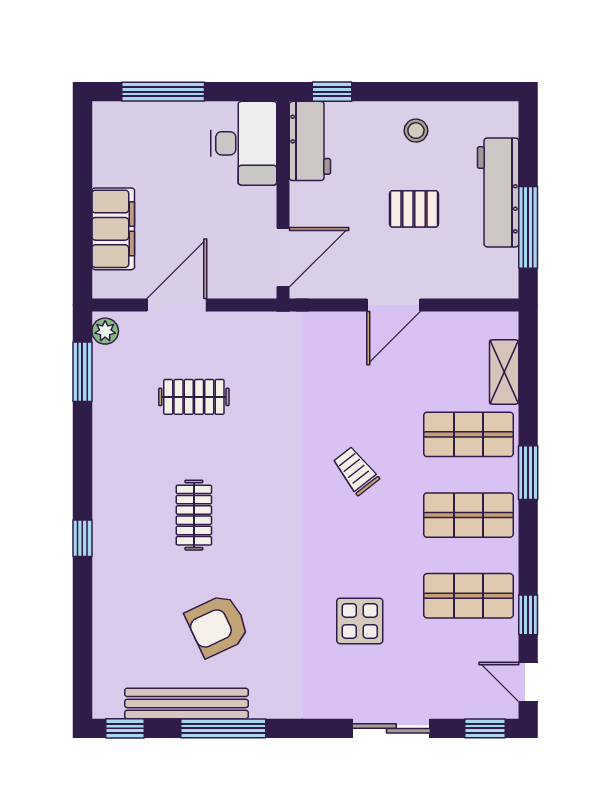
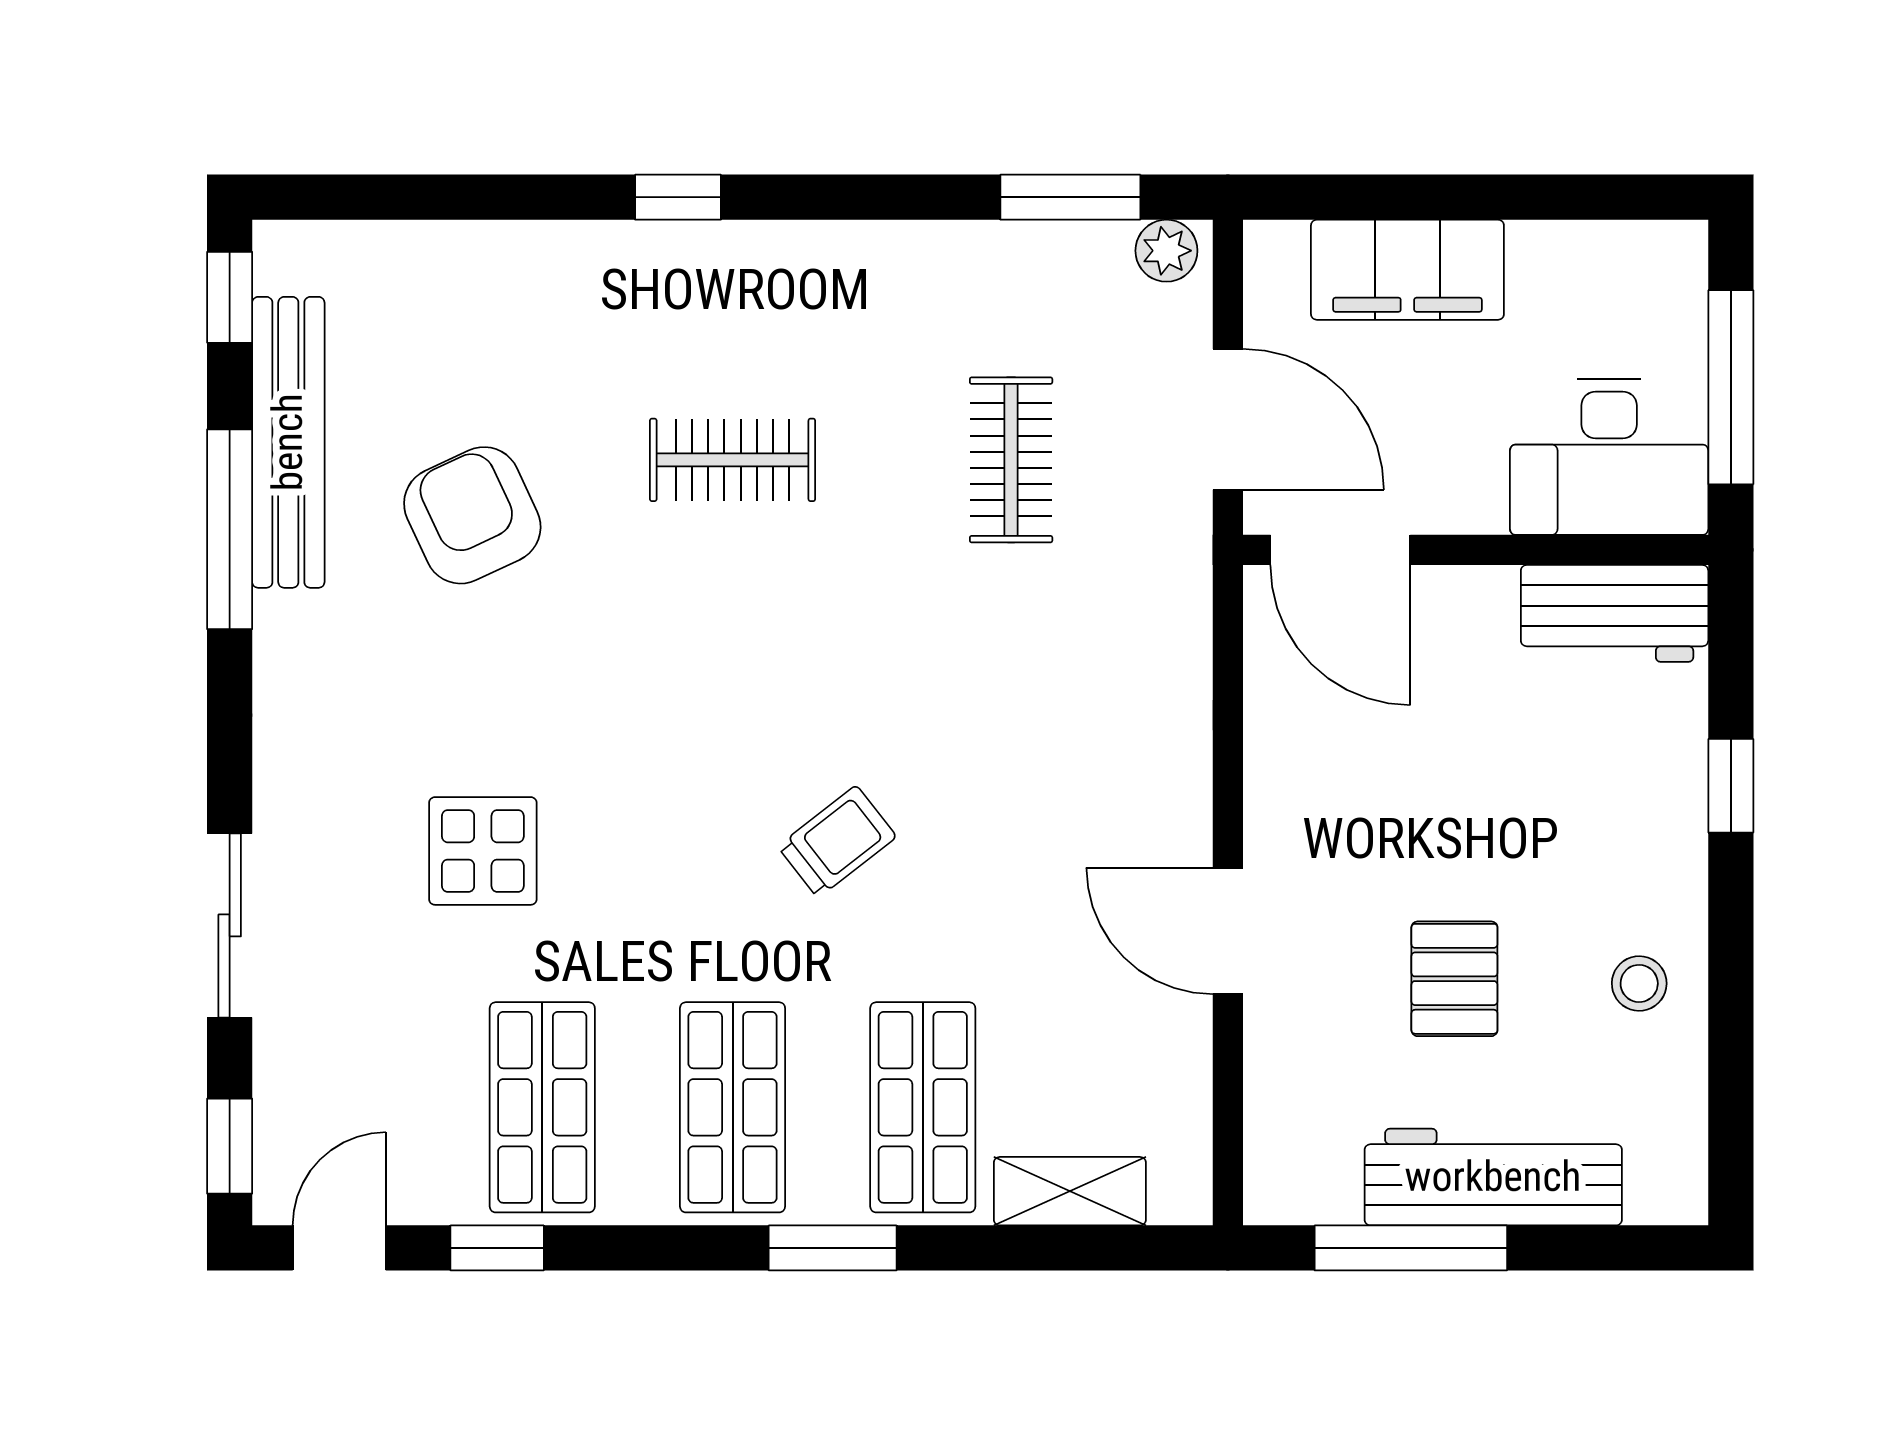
workbench: (310, 141) -> (1615, 613), moved
desk: (244, 143) -> (1609, 457), moved
wall: (283, 200) -> (1476, 550), moved
door: (283, 257) -> (1340, 550), moved

